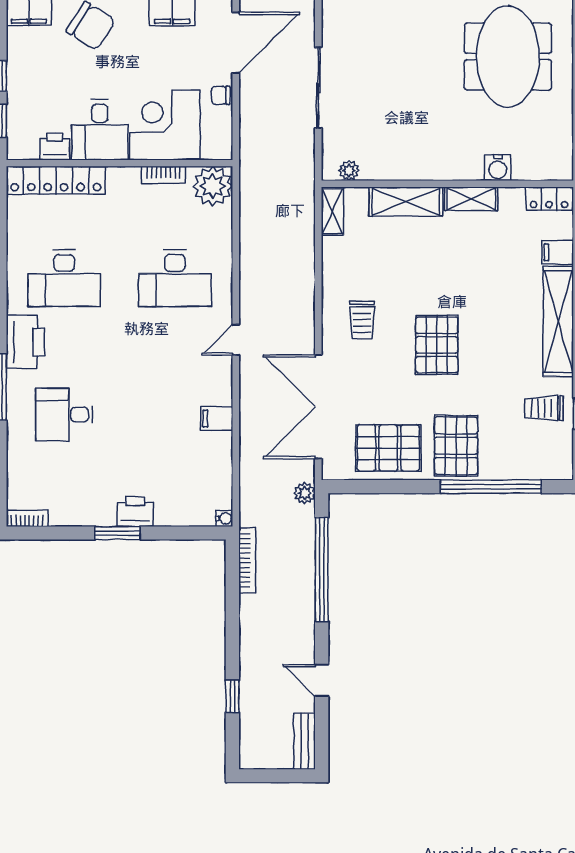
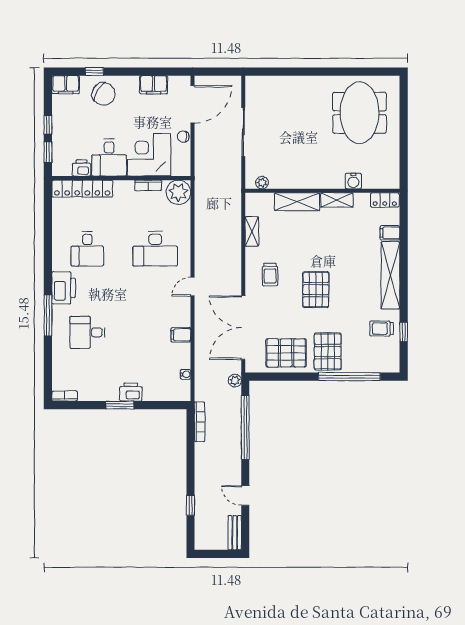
shelving: (332, 211) -> (252, 231), moved
desk: (64, 278) -> (87, 249), width x0.73
water cooler: (224, 518) -> (186, 374), moved

